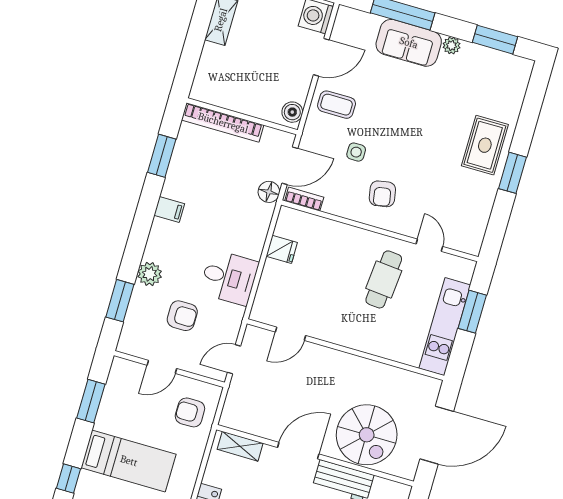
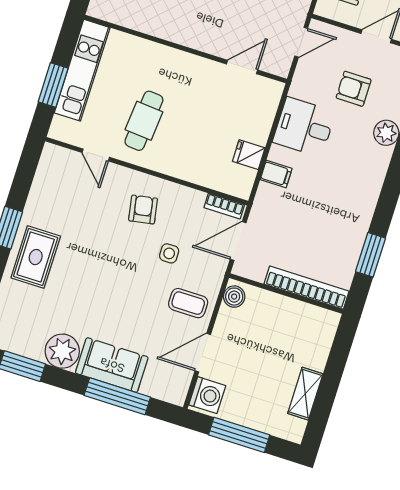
plant: (452, 46) -> (62, 351), width x1.88, depth x1.88
floor lamp: (269, 192) -> (261, 215), removed
filing cabinet: (169, 210) -> (276, 174), moved, turned 180

